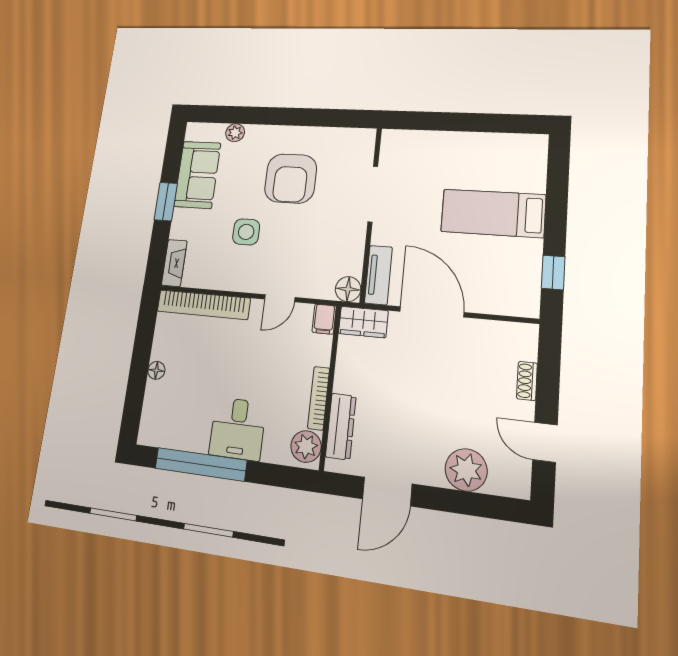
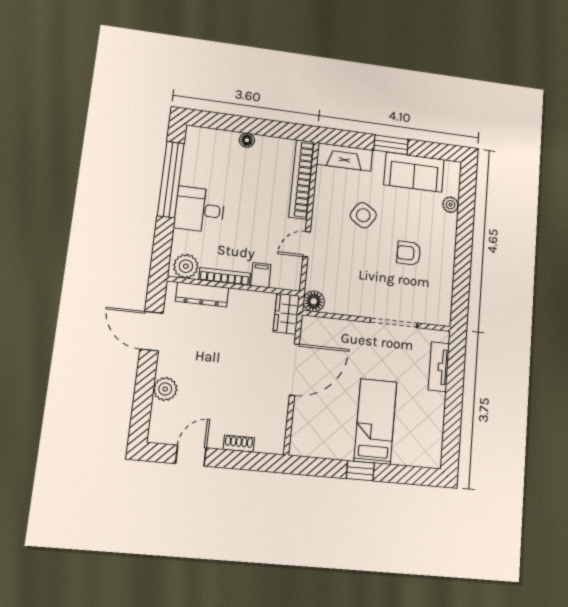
armchair: (291, 179) -> (409, 253), width x0.53, depth x0.53
side table: (246, 232) -> (363, 215), turned 34
fireplace: (174, 263) -> (345, 157), width x1.37, depth x1.32
window: (553, 272) -> (360, 471), moved
tv unit: (378, 275) -> (439, 367), moved, turned 90
door: (280, 298) -> (307, 244), hinge flipped
filing cabinet: (324, 319) -> (261, 275), moved, turned 90
plant: (466, 470) -> (165, 389), width x0.73, depth x0.73

